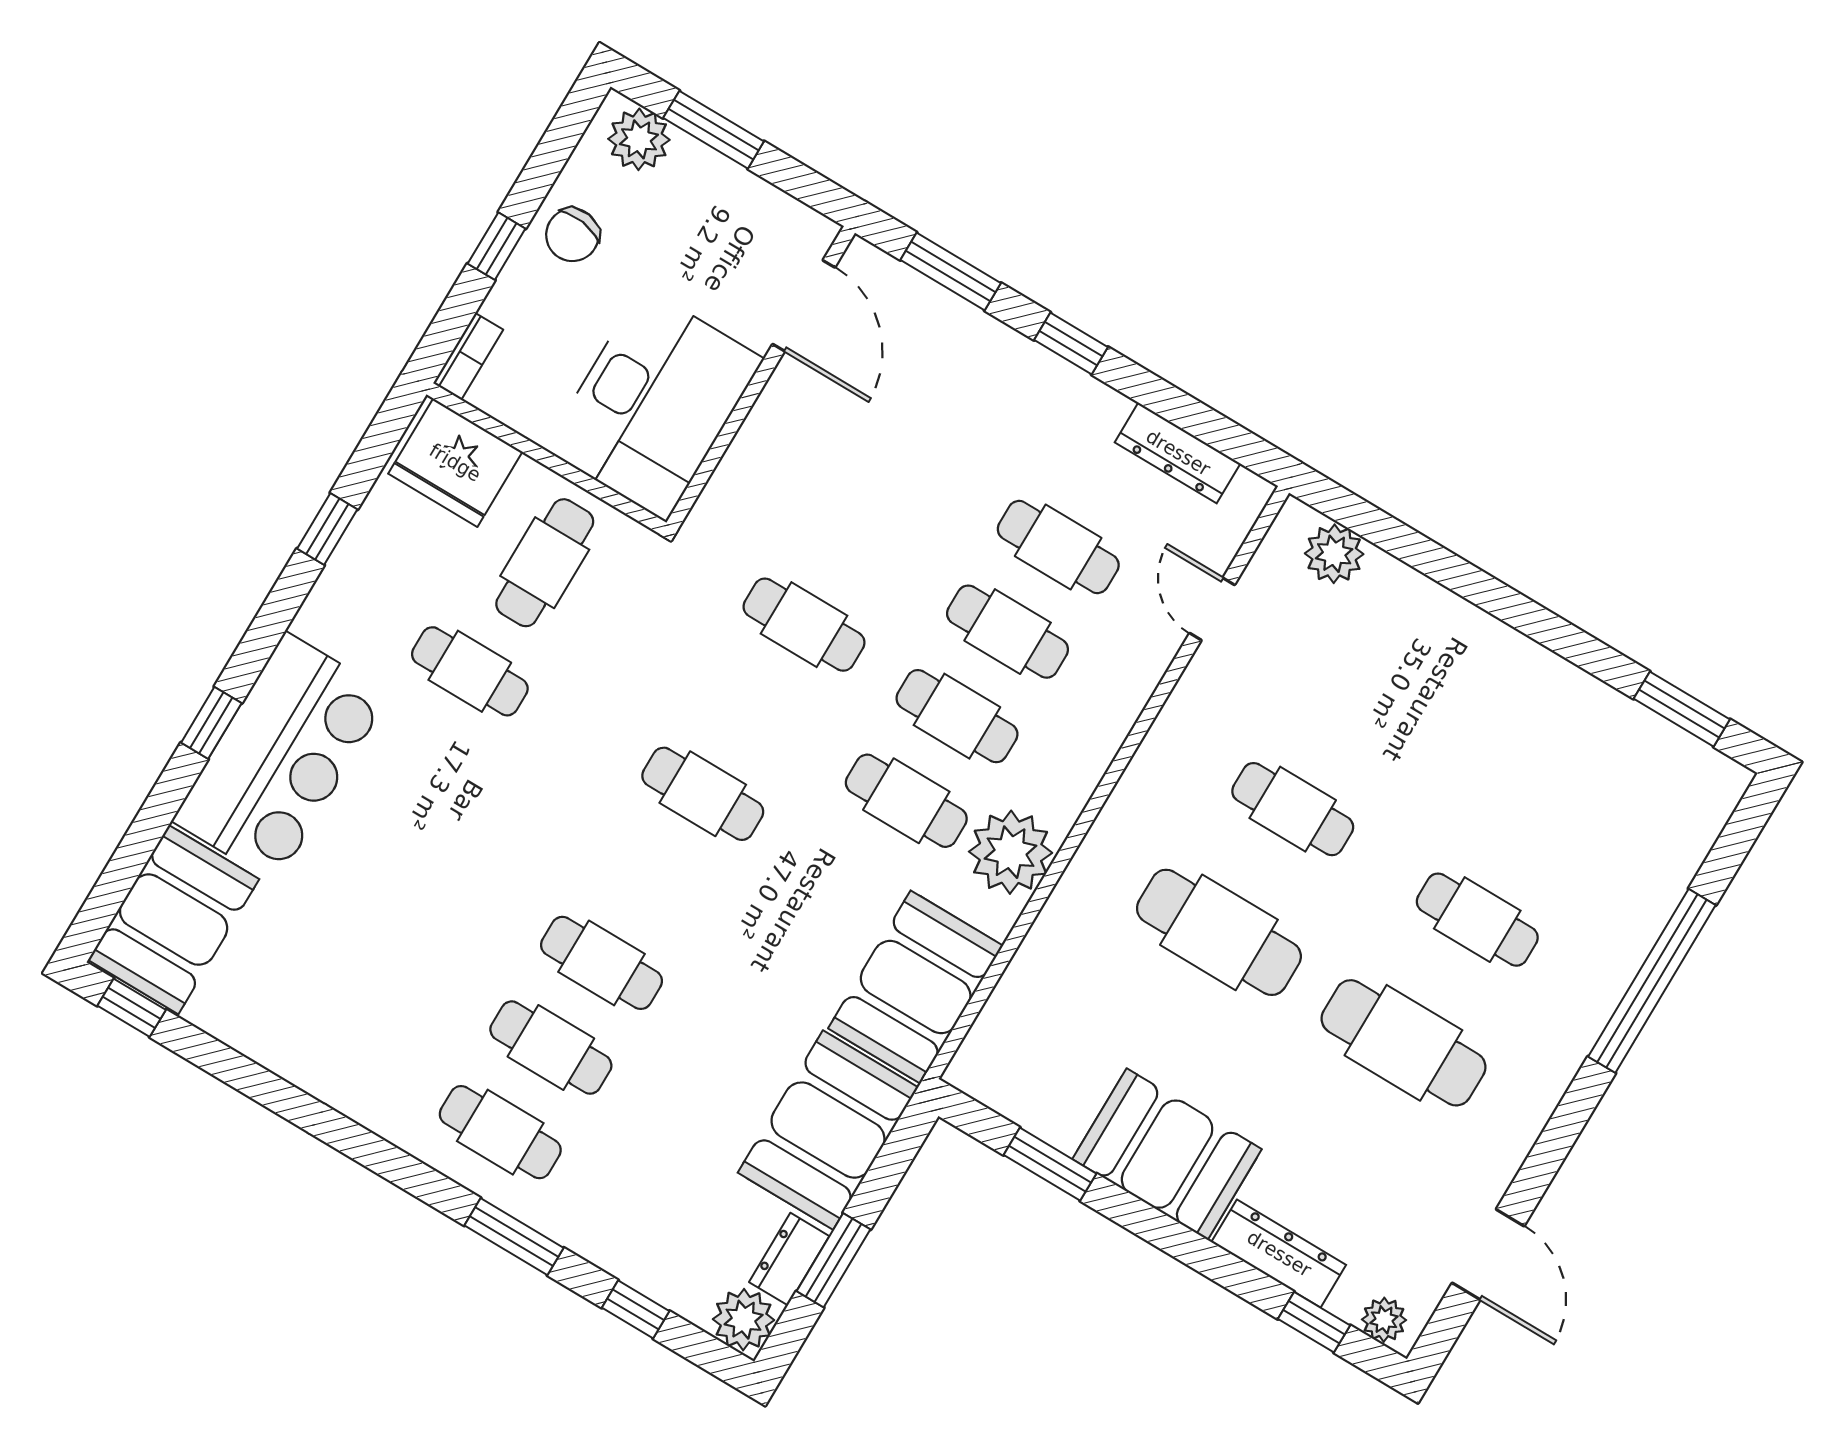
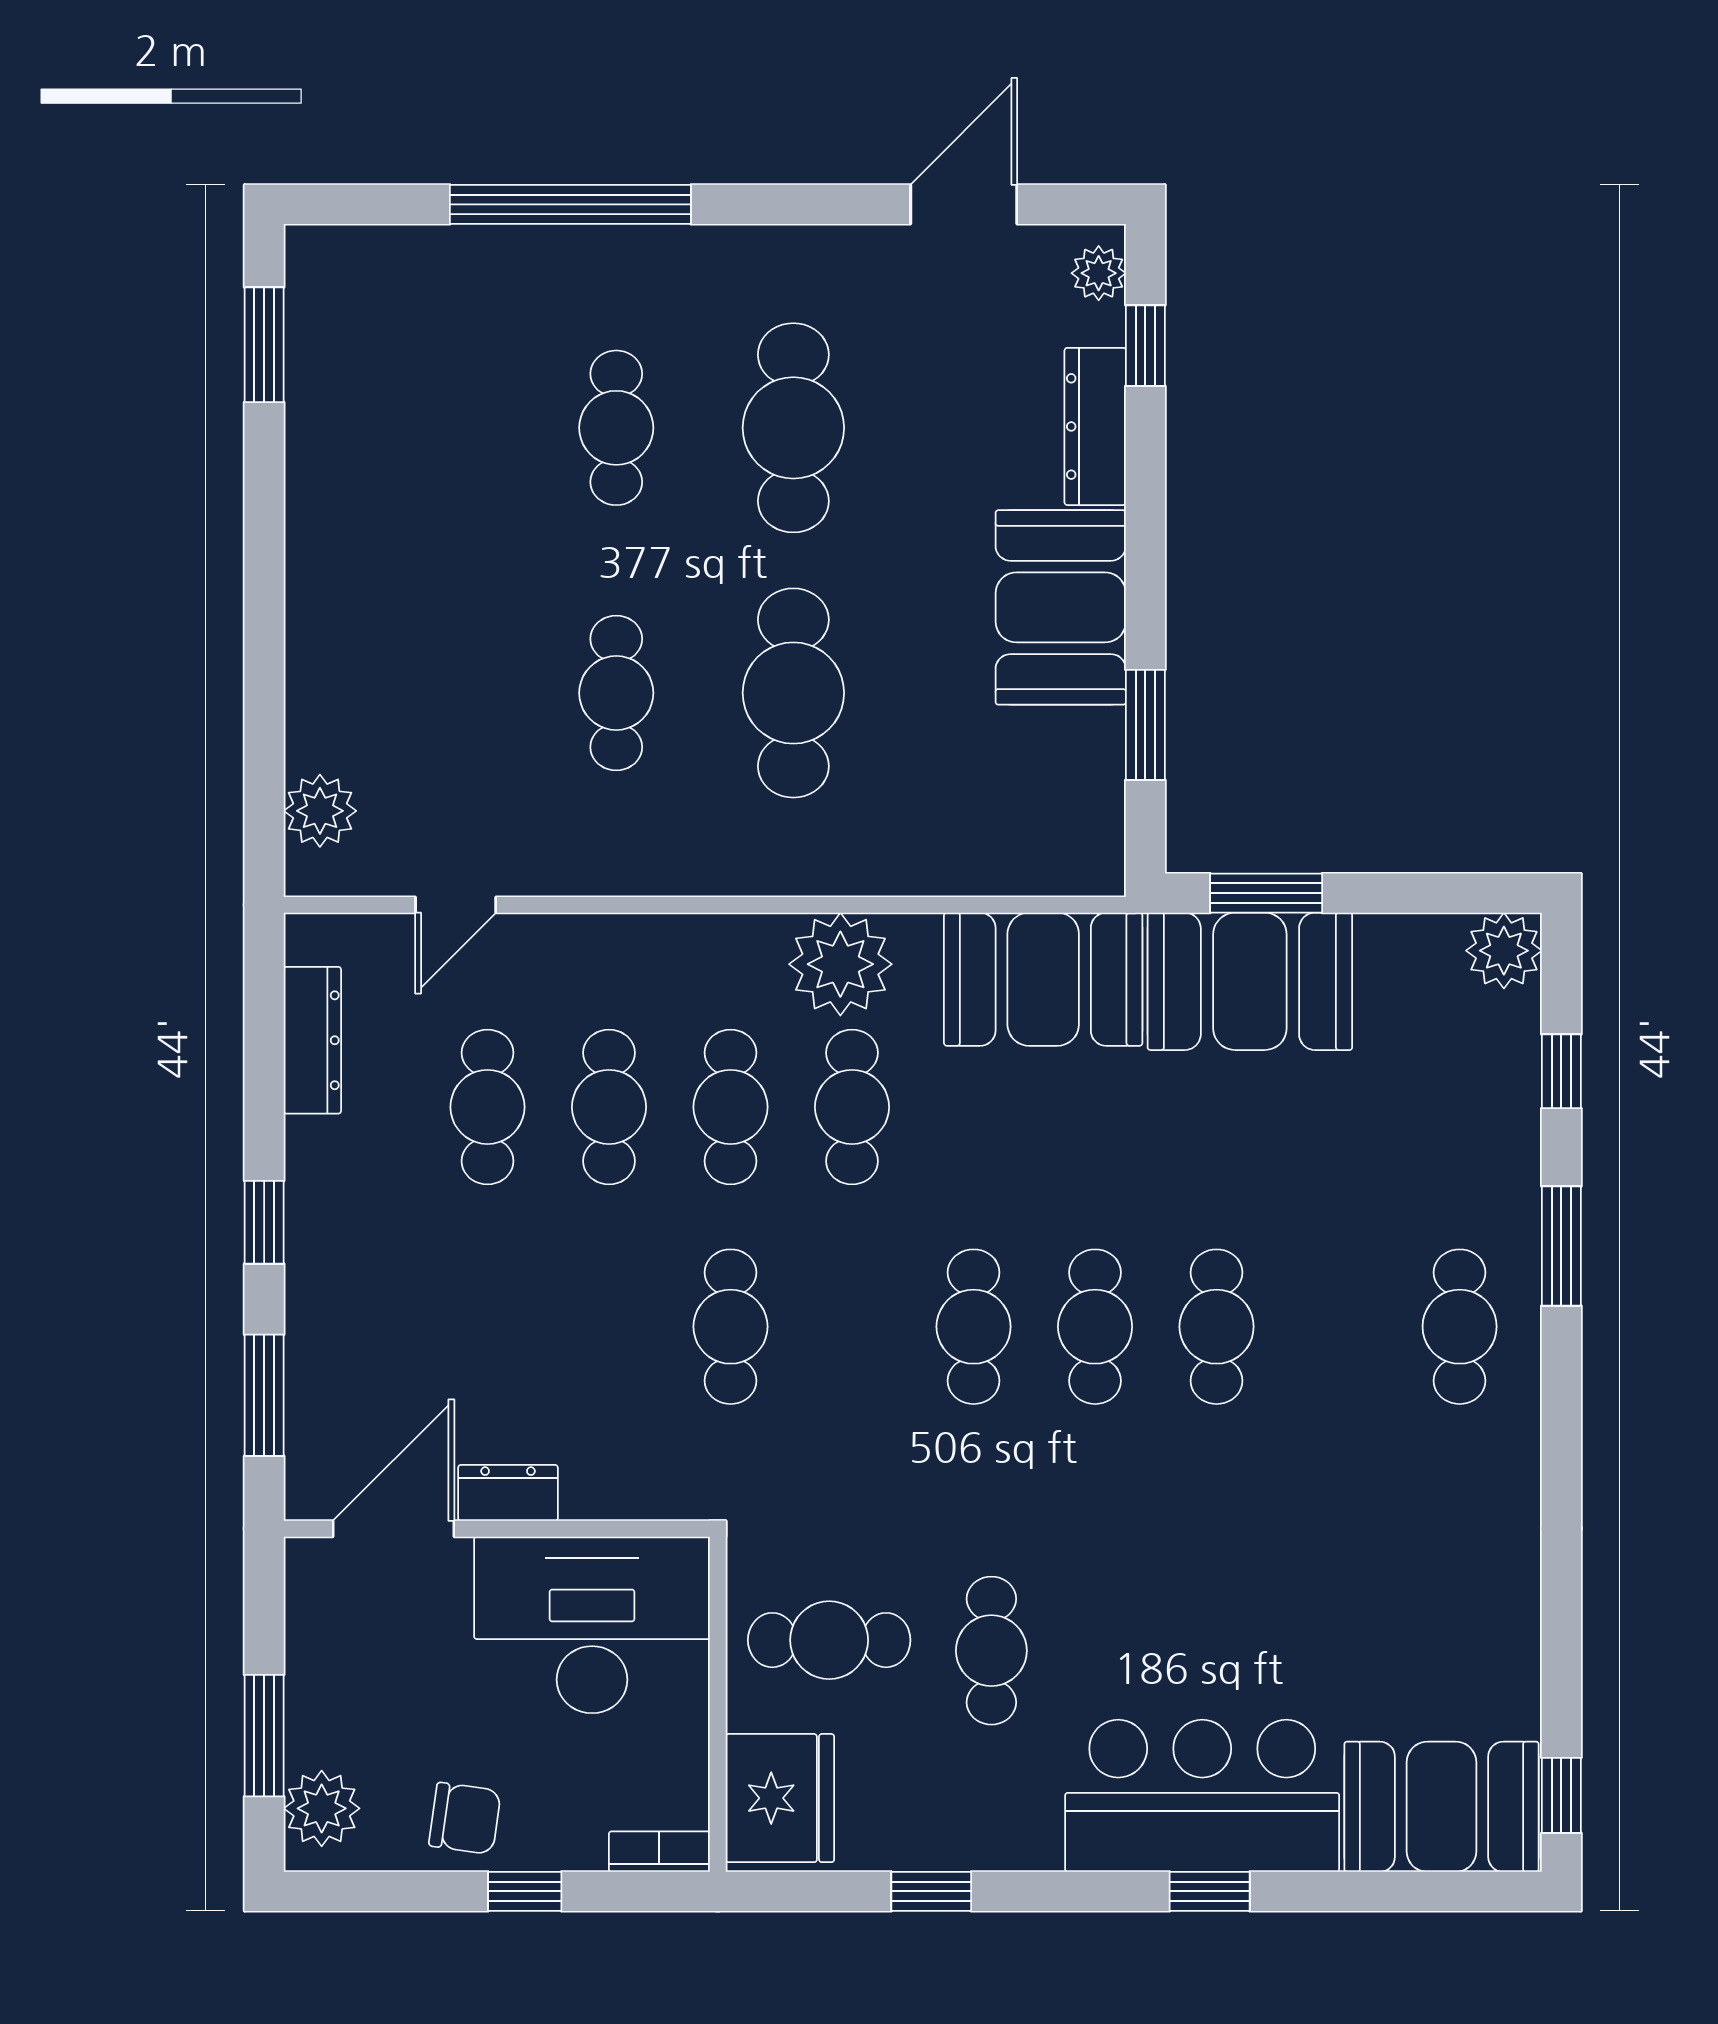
cafe table: (551, 1048) -> (1095, 1327), moved
dresser: (789, 1259) -> (508, 1493), moved, turned 180
window: (833, 1260) -> (1266, 893), moved

